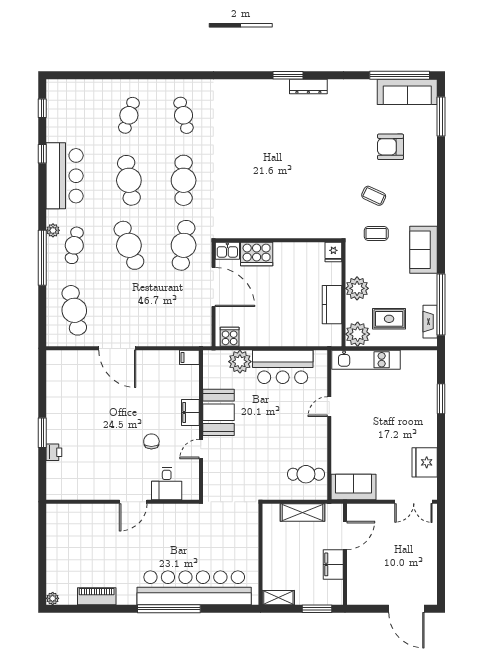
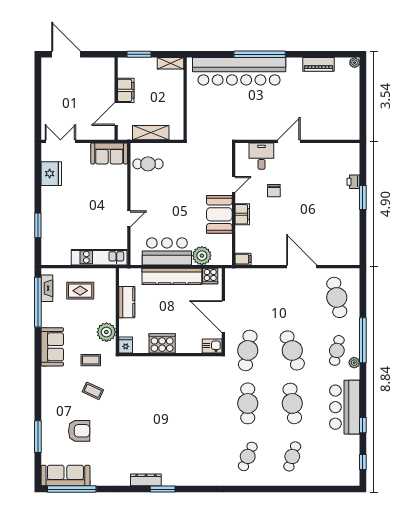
cafe table: (184, 115) -> (248, 456), turned 39
window: (441, 116) -> (38, 437), moved
cooker: (257, 254) -> (162, 343), moved
plant: (357, 288) -> (106, 332), moved
plant: (358, 334) -> (106, 278), removed
kitchen counter: (277, 336) -> (172, 276), added

